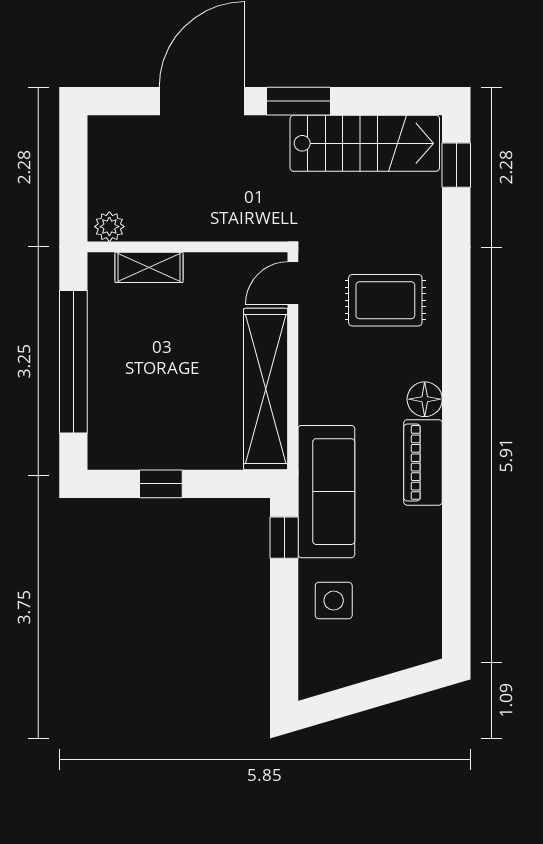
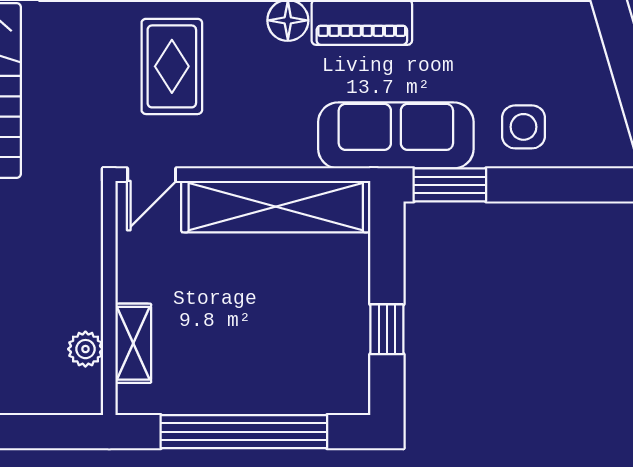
plant: (109, 227) -> (85, 349), moved
door: (293, 283) -> (152, 175), hinge flipped
window: (284, 538) -> (450, 185), width x1.50

